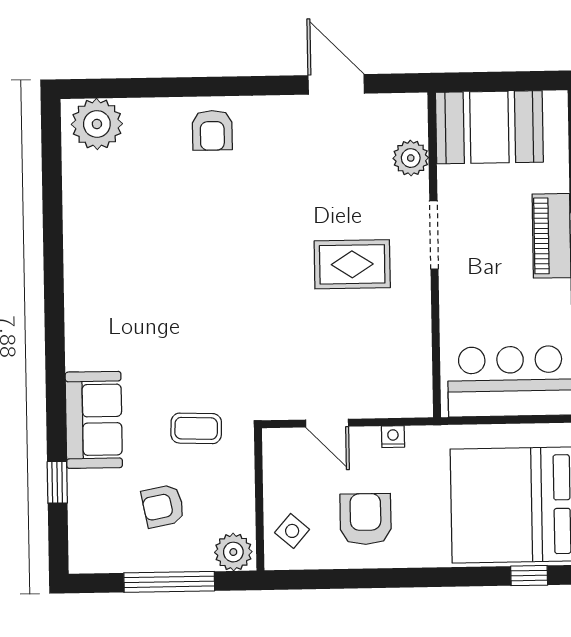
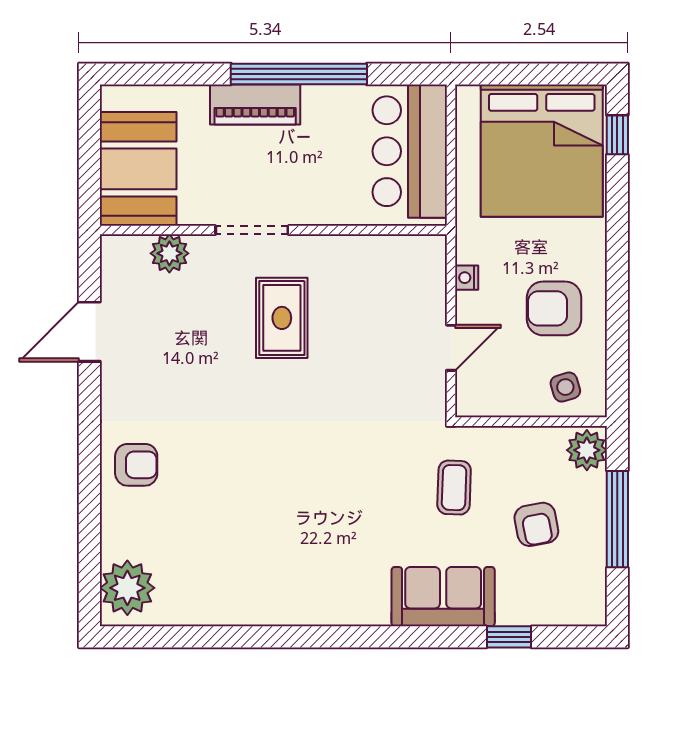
side table: (292, 531) -> (565, 387), turned 32

